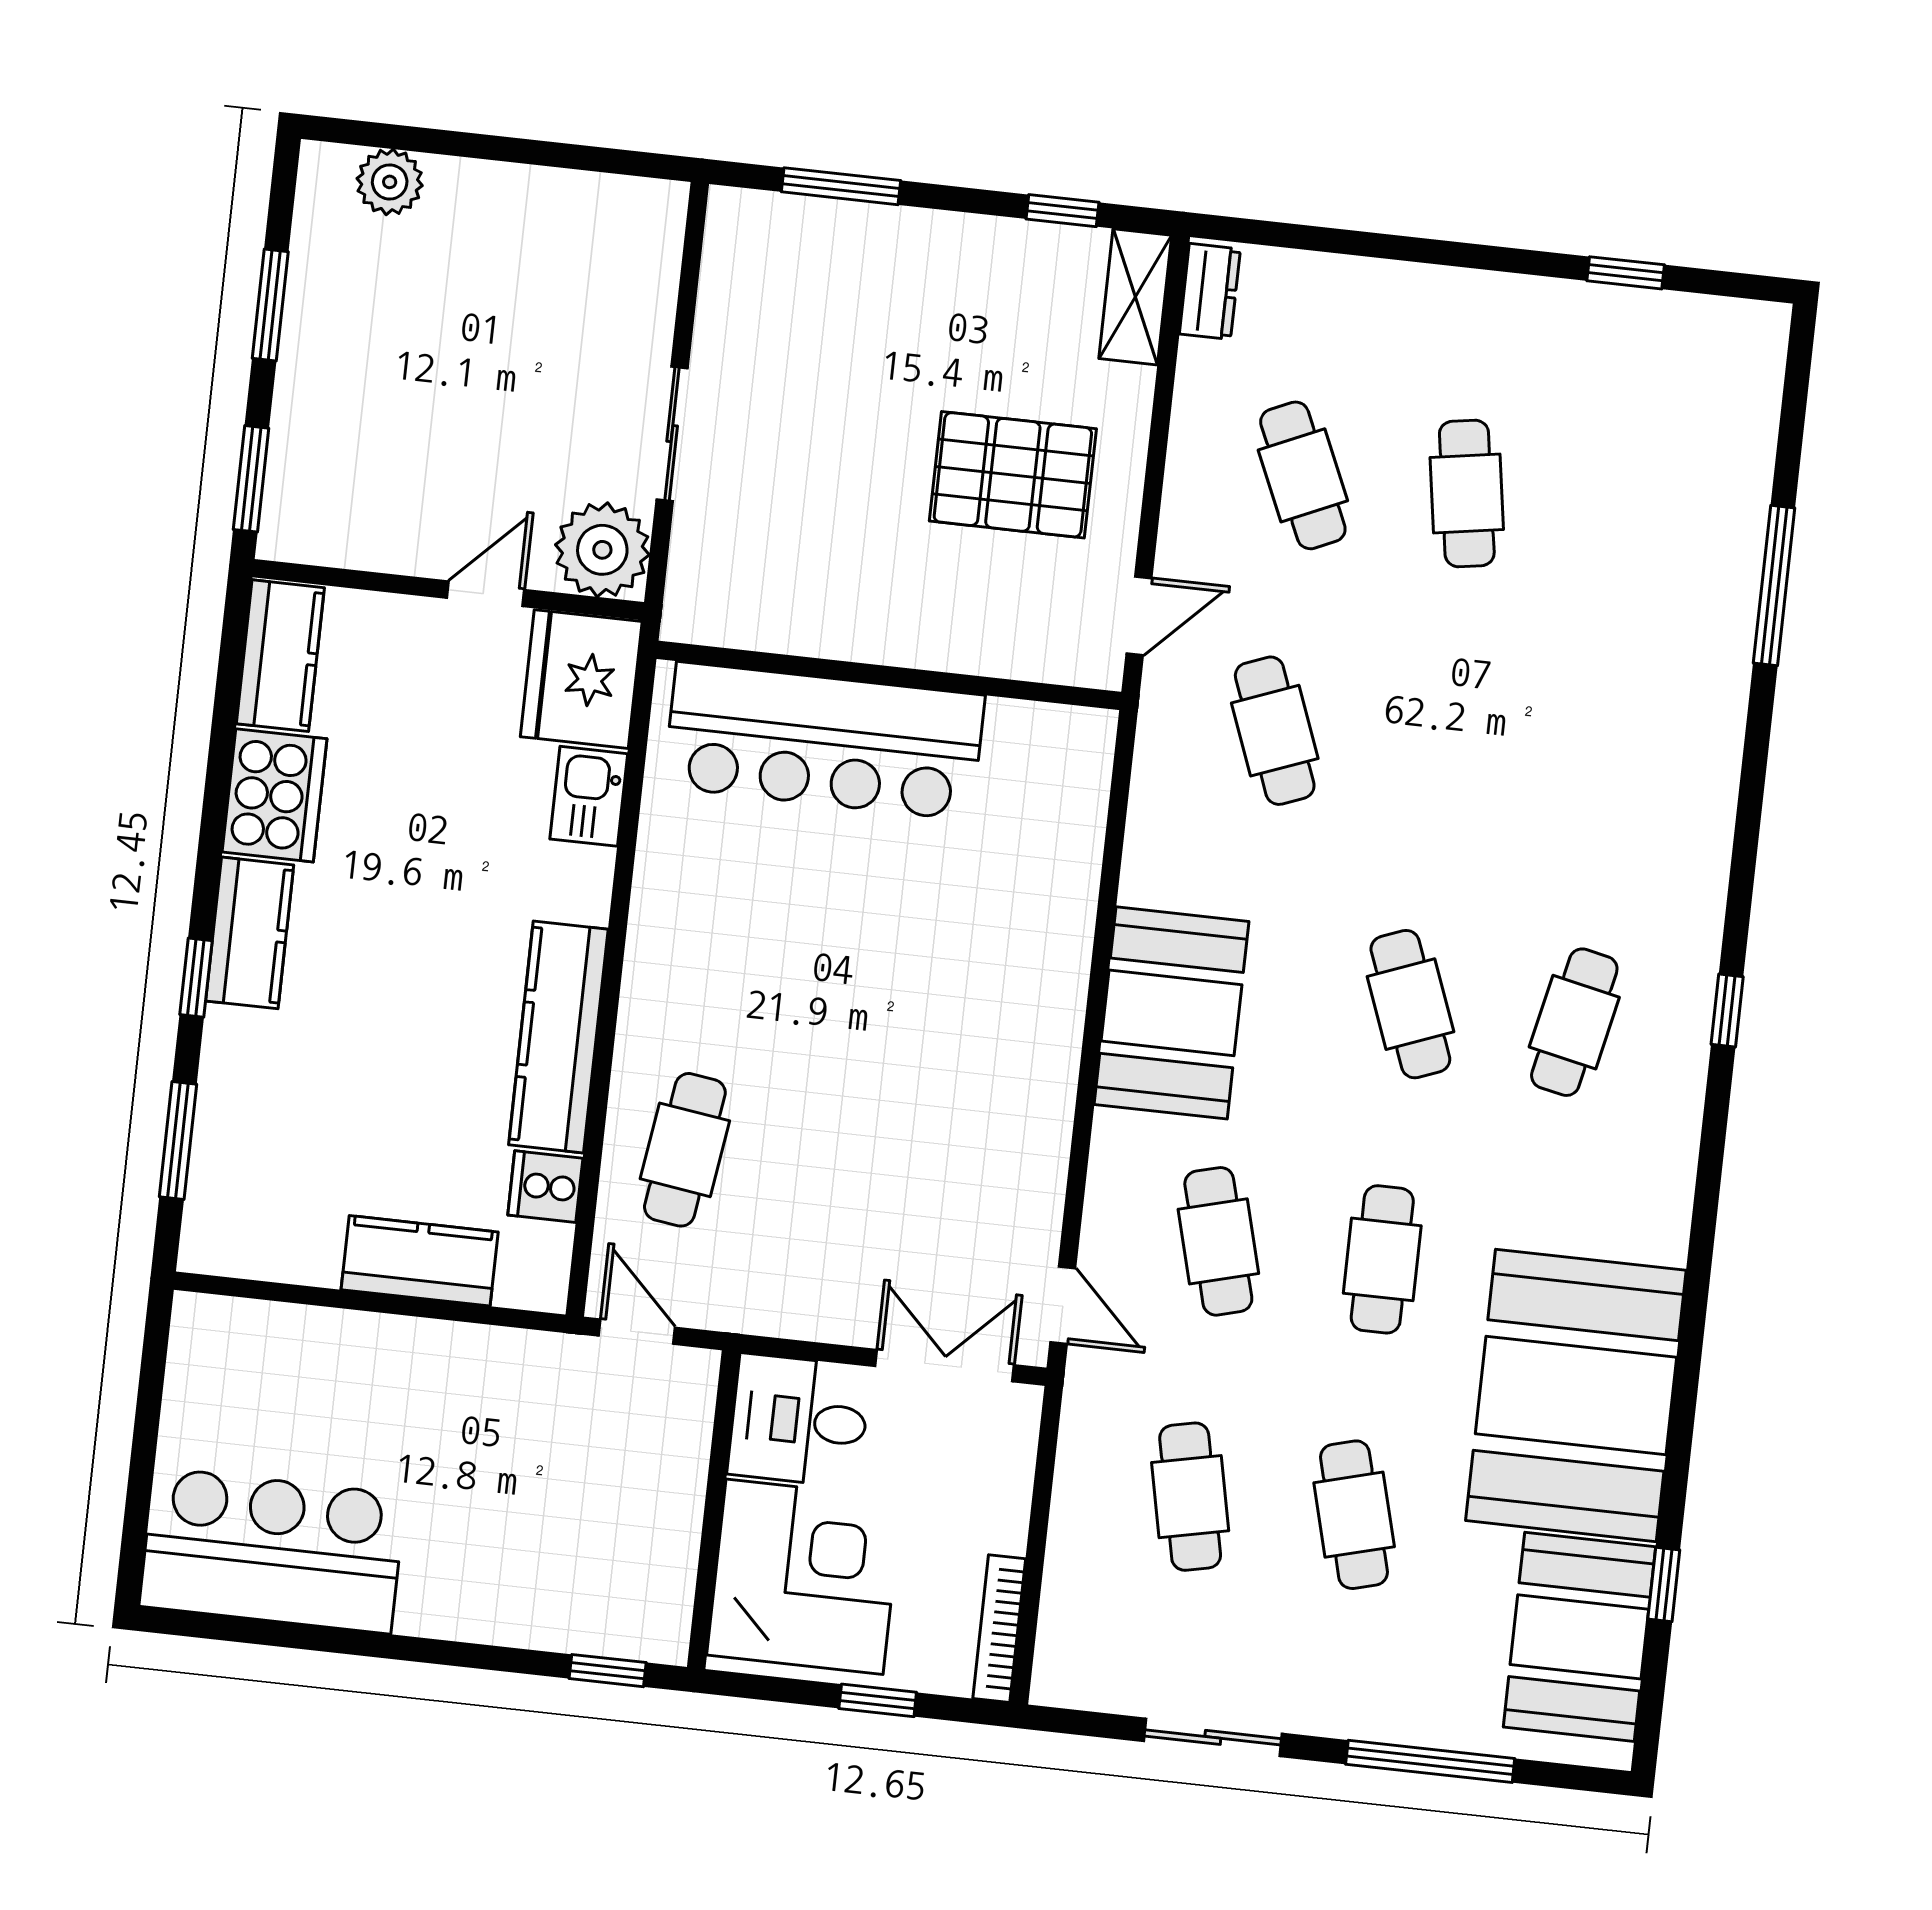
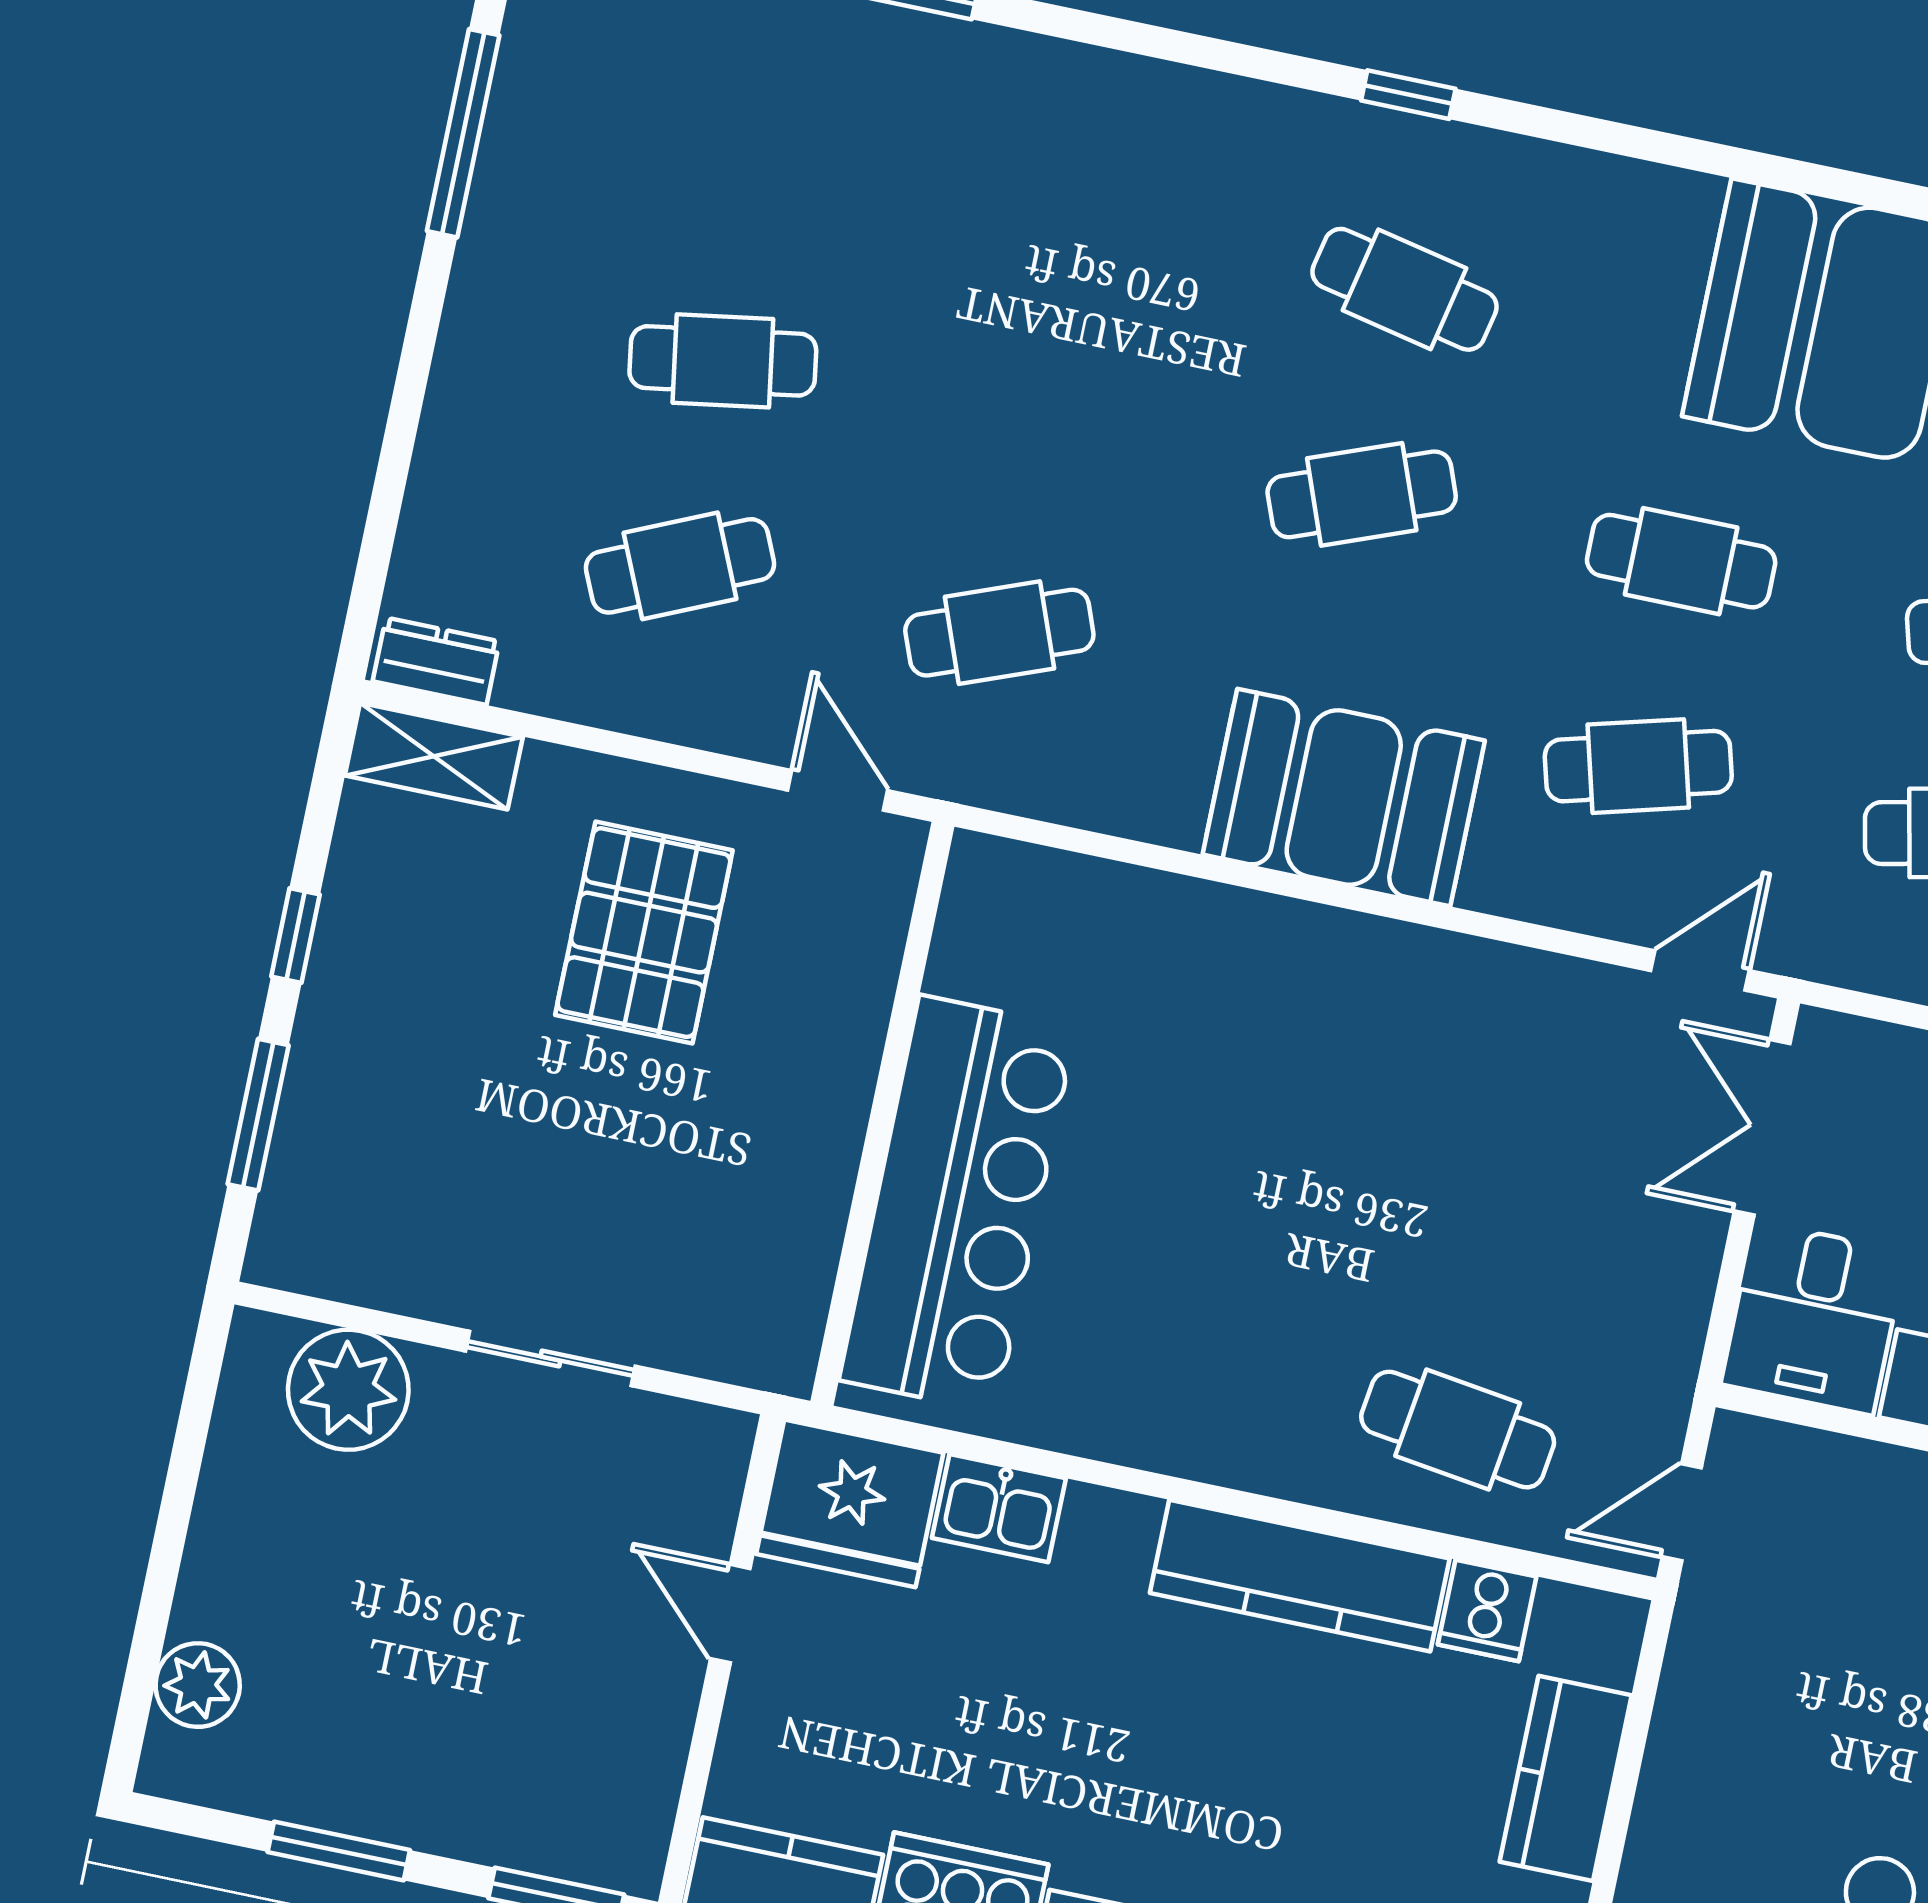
window: (1062, 211) -> (296, 935), moved
window: (1626, 273) -> (463, 133), width x2.17
plant: (602, 550) -> (348, 1390), moved

